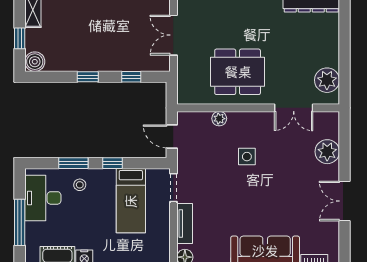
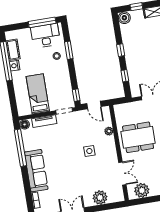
dining table: (238, 72) -> (138, 137), turned 90
double door: (294, 108) -> (122, 174), swing flipped
door: (172, 136) -> (94, 105), swing flipped
window: (112, 163) -> (76, 95), moved
bed: (131, 201) -> (38, 94), moved, turned 90
window: (20, 222) -> (42, 22), moved

